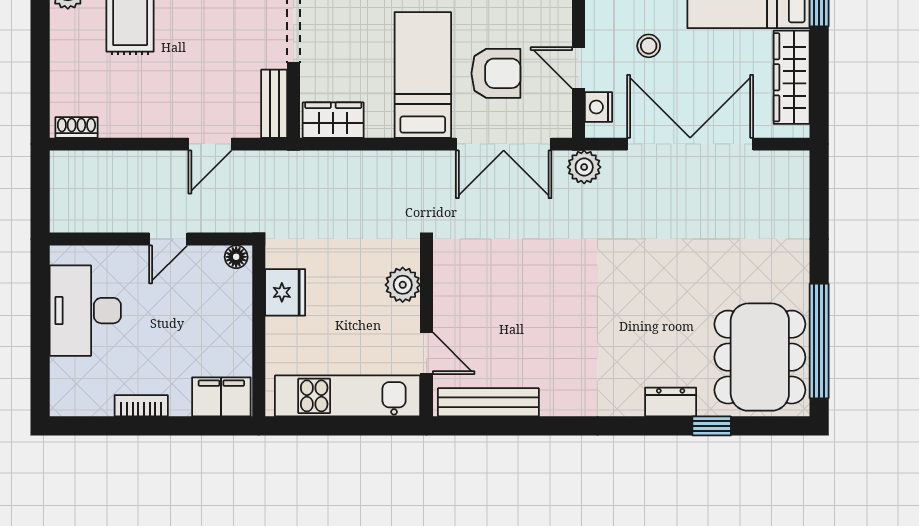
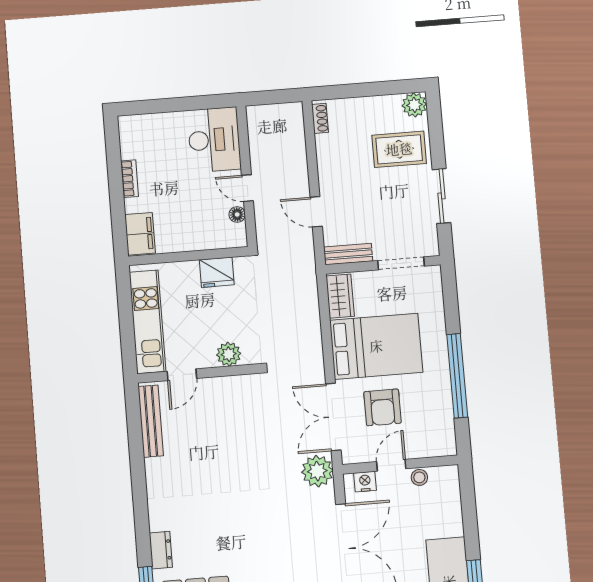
stool: (649, 46) -> (419, 477), moved
bed: (423, 75) -> (376, 346), width x1.50
plant: (584, 167) -> (317, 471), width x1.36, depth x1.36
floor lamp: (236, 257) -> (237, 214), moved
desk: (85, 311) -> (214, 140), moved, turned 90

